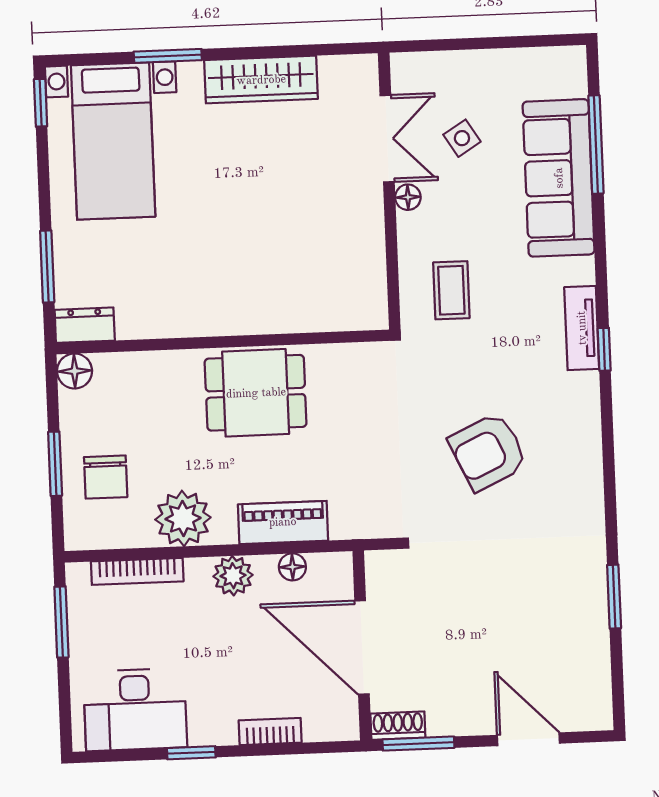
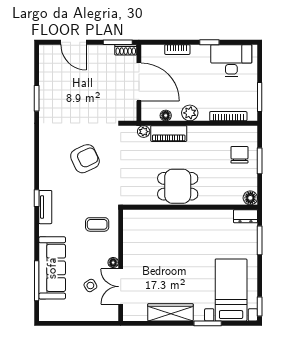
coffee table: (451, 290) -> (97, 224), turned 90
plant: (183, 518) -> (144, 132), moved, width x0.53, depth x0.53

